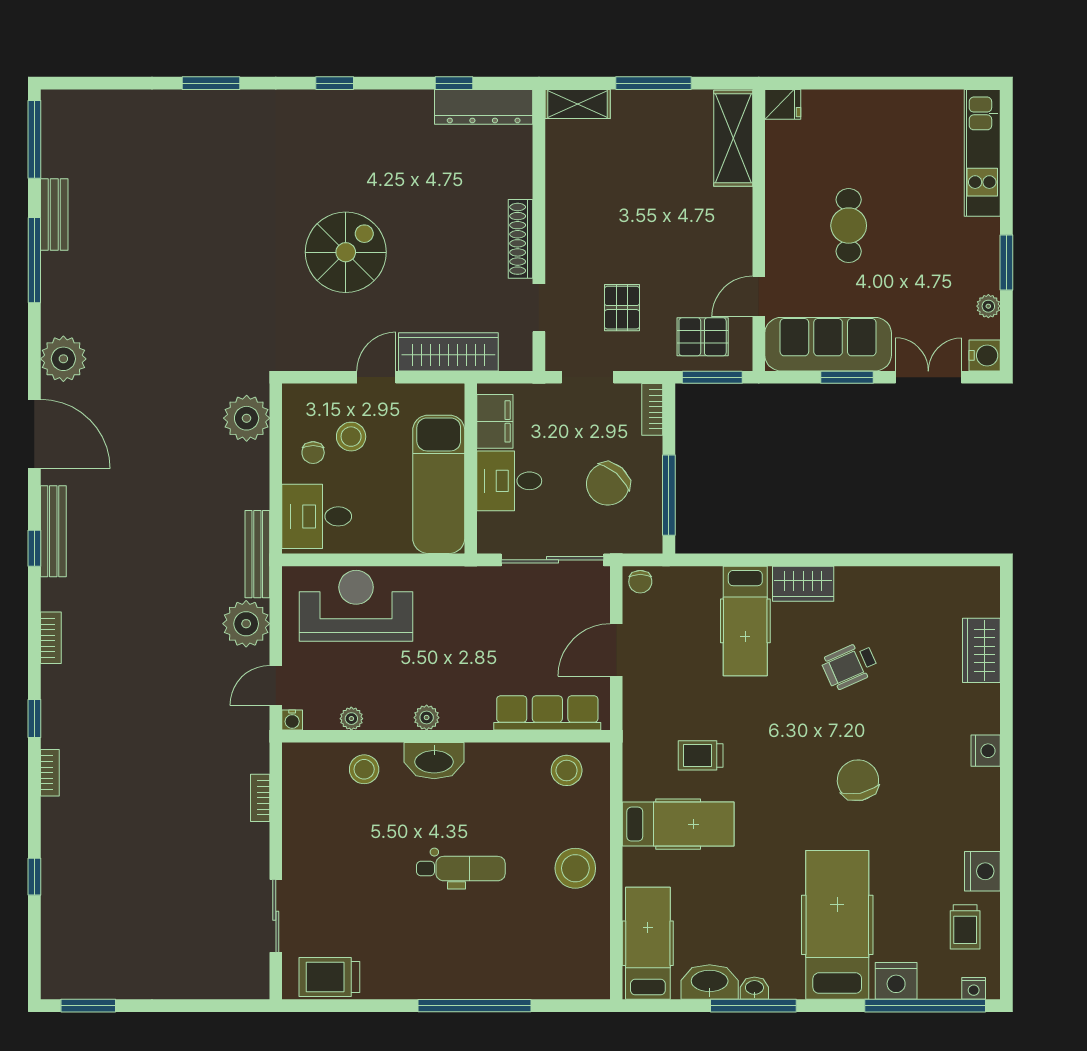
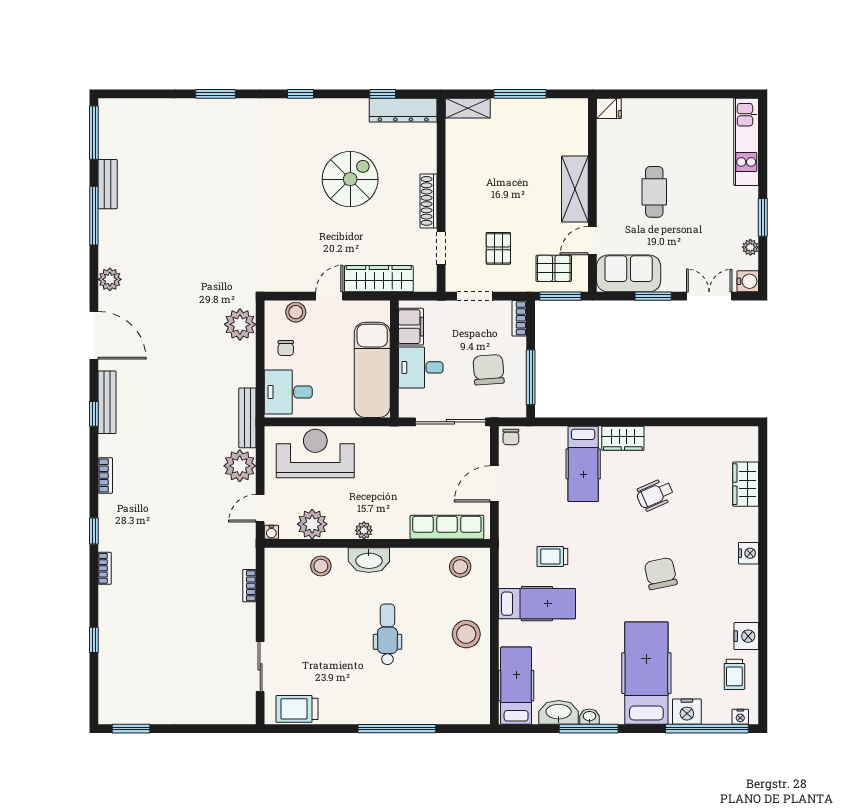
shelving: (733, 138) -> (575, 189), moved
spiral stairs: (346, 252) -> (350, 179), moved
sofa: (828, 344) -> (629, 273), width x0.73
plant: (63, 359) -> (110, 279), width x0.73, depth x0.73
stool: (351, 437) -> (296, 312), moved
chair: (608, 484) -> (489, 370), turned 135
plant: (351, 719) -> (312, 524), width x1.88, depth x1.88
dental chair: (461, 869) -> (387, 634), turned -90

